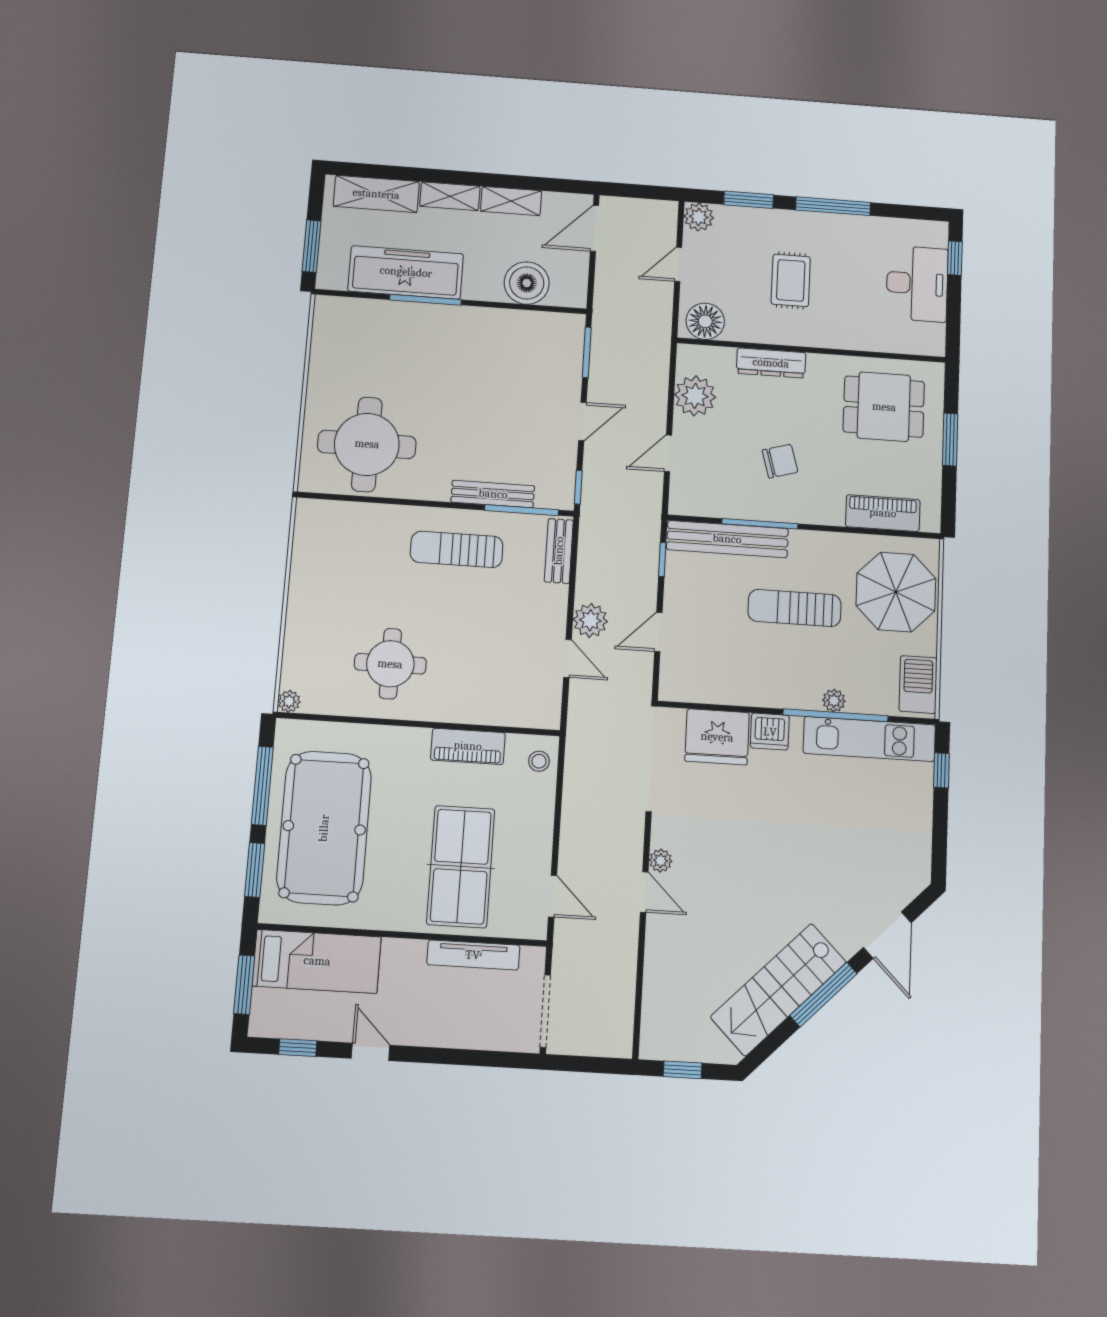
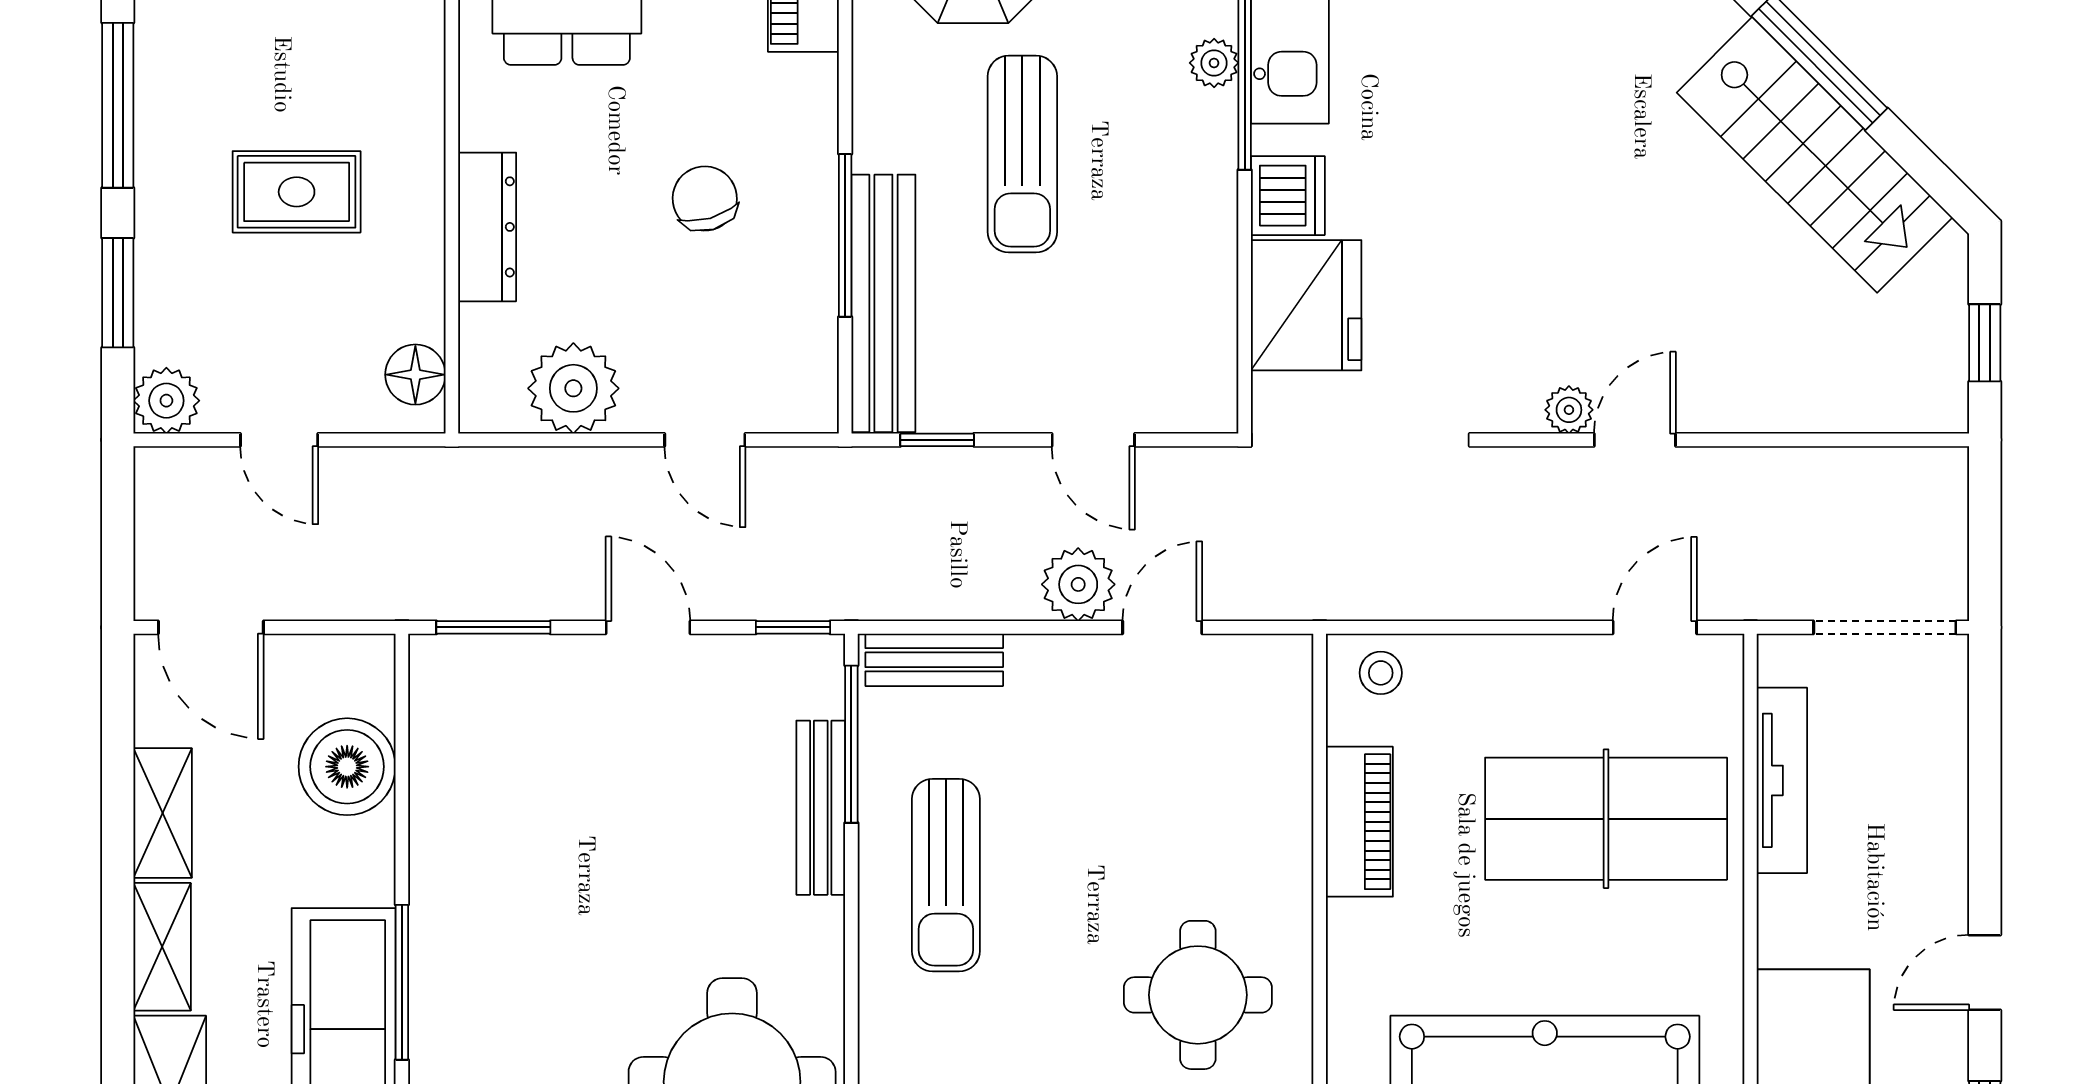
floor lamp: (705, 321) -> (415, 375), width x0.73, depth x0.73

